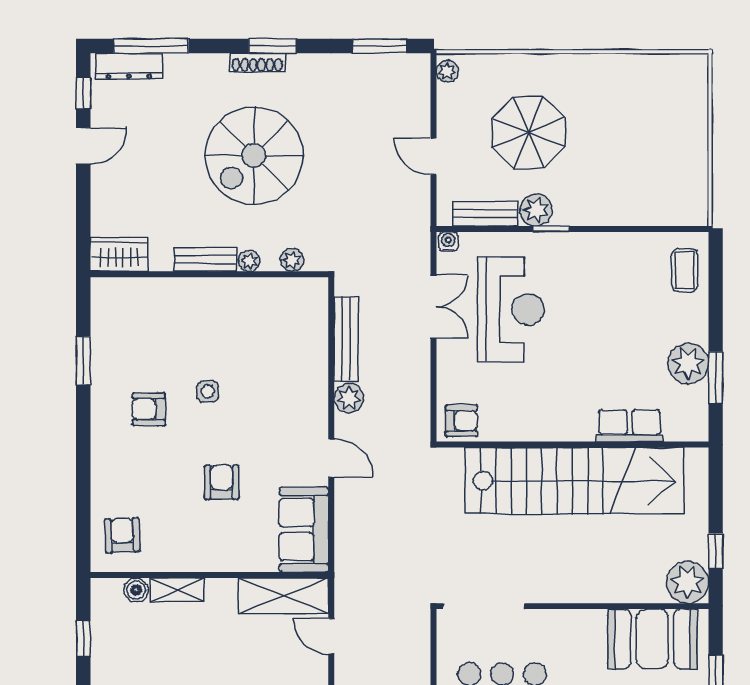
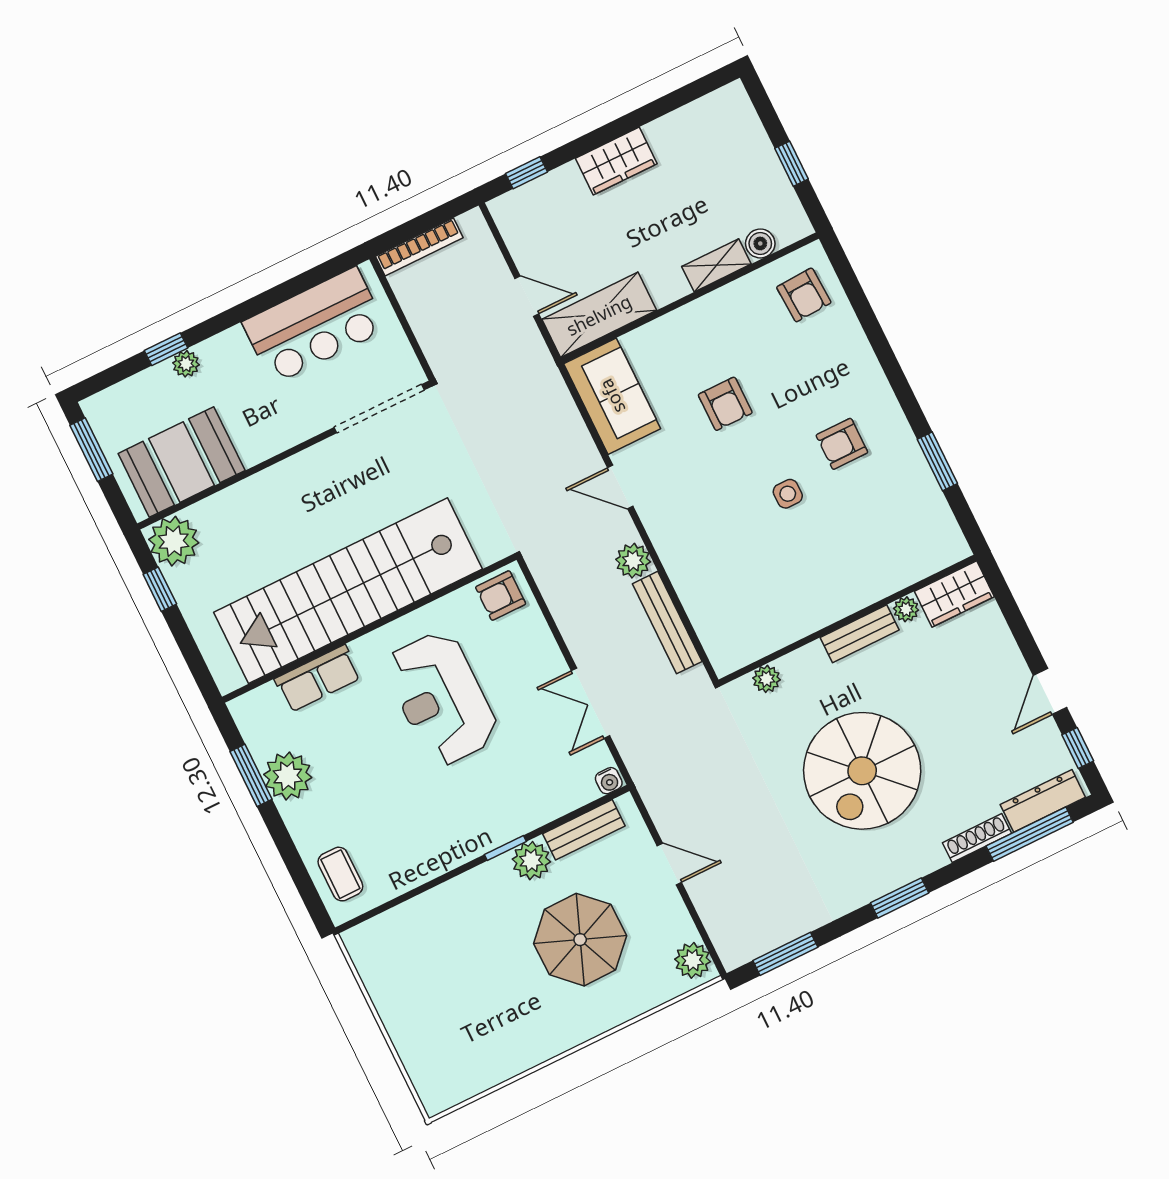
shoe rack: (257, 63) -> (977, 838), moved
plant: (447, 71) -> (693, 960), width x1.38, depth x1.38
spiral stairs: (254, 155) -> (862, 771), turned 180
plant: (249, 261) -> (906, 609), moved
reception desk: (511, 309) -> (441, 698), moved
armchair: (149, 409) -> (842, 444), turned 180

